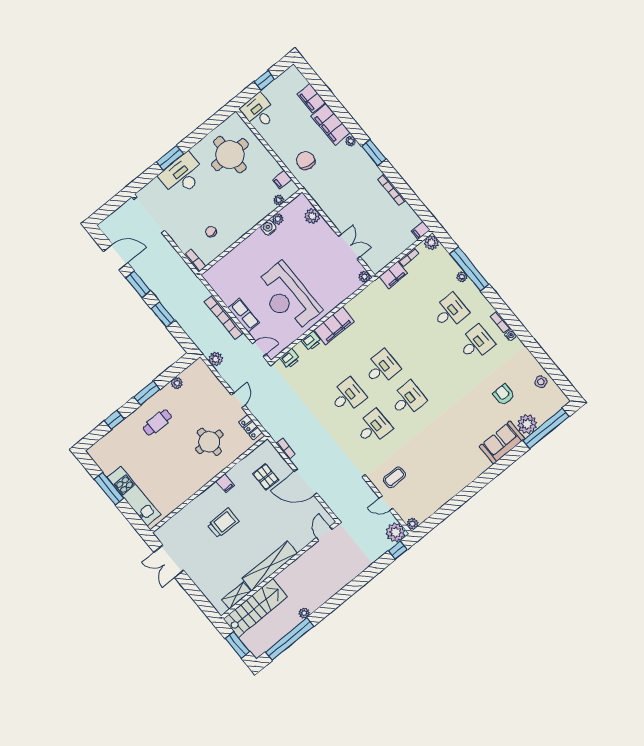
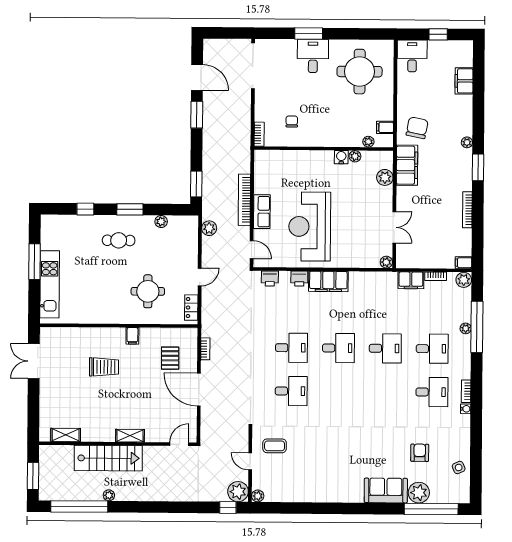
filing cabinet: (331, 125) -> (407, 165), moved, turned 180
desk: (183, 175) -> (313, 56), width x0.73
window: (163, 315) -> (196, 184), moved
desk: (408, 399) -> (385, 348), moved
shelving: (270, 566) -> (130, 436), width x0.45, depth x0.75
stairs: (255, 608) -> (108, 458), moved

